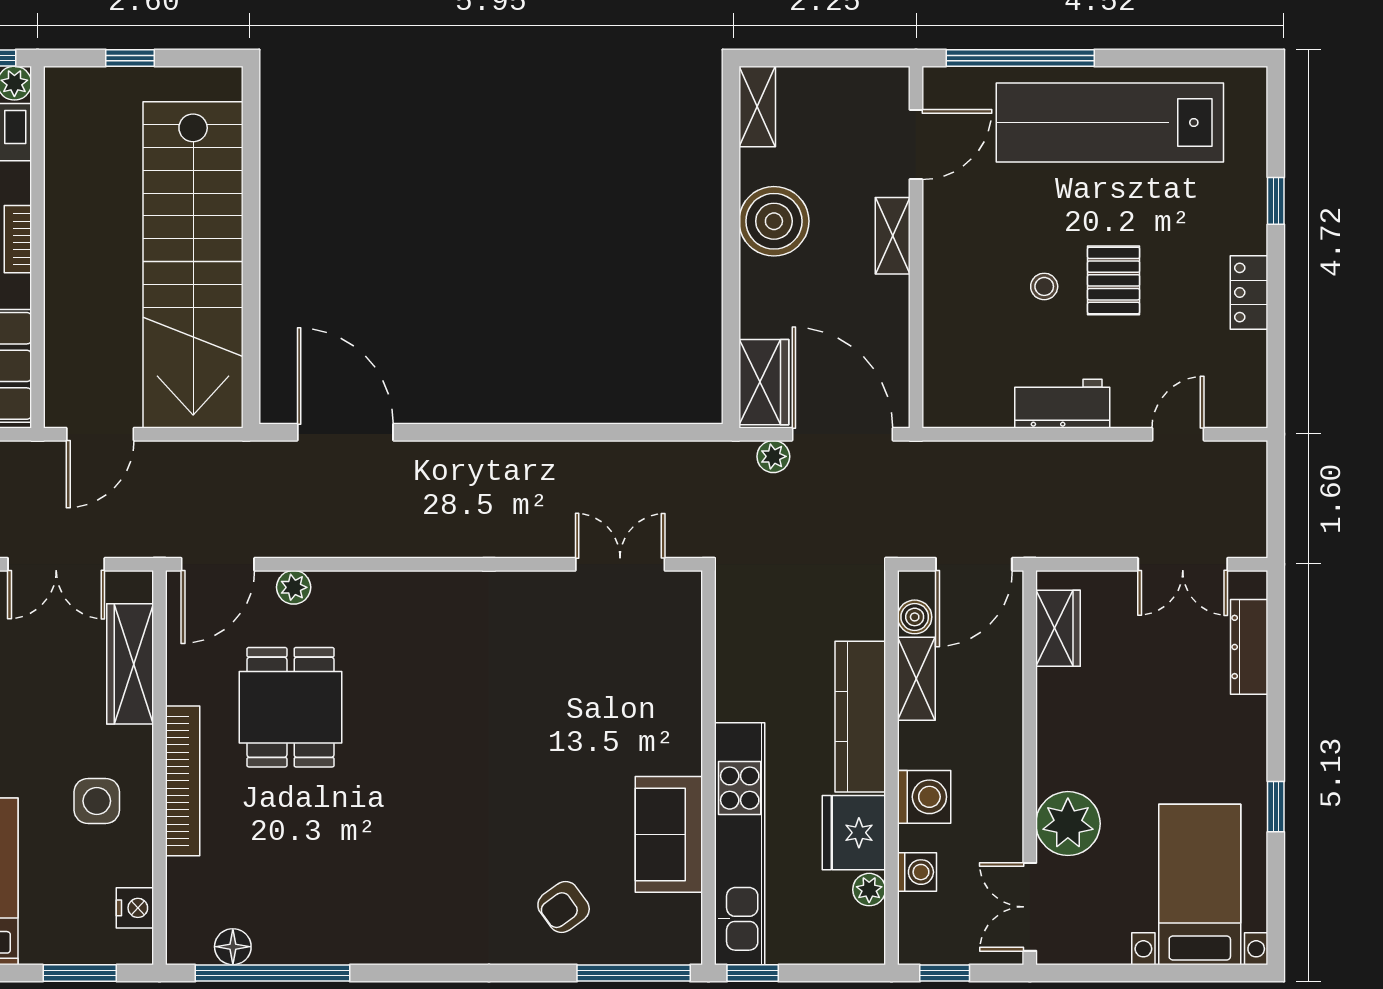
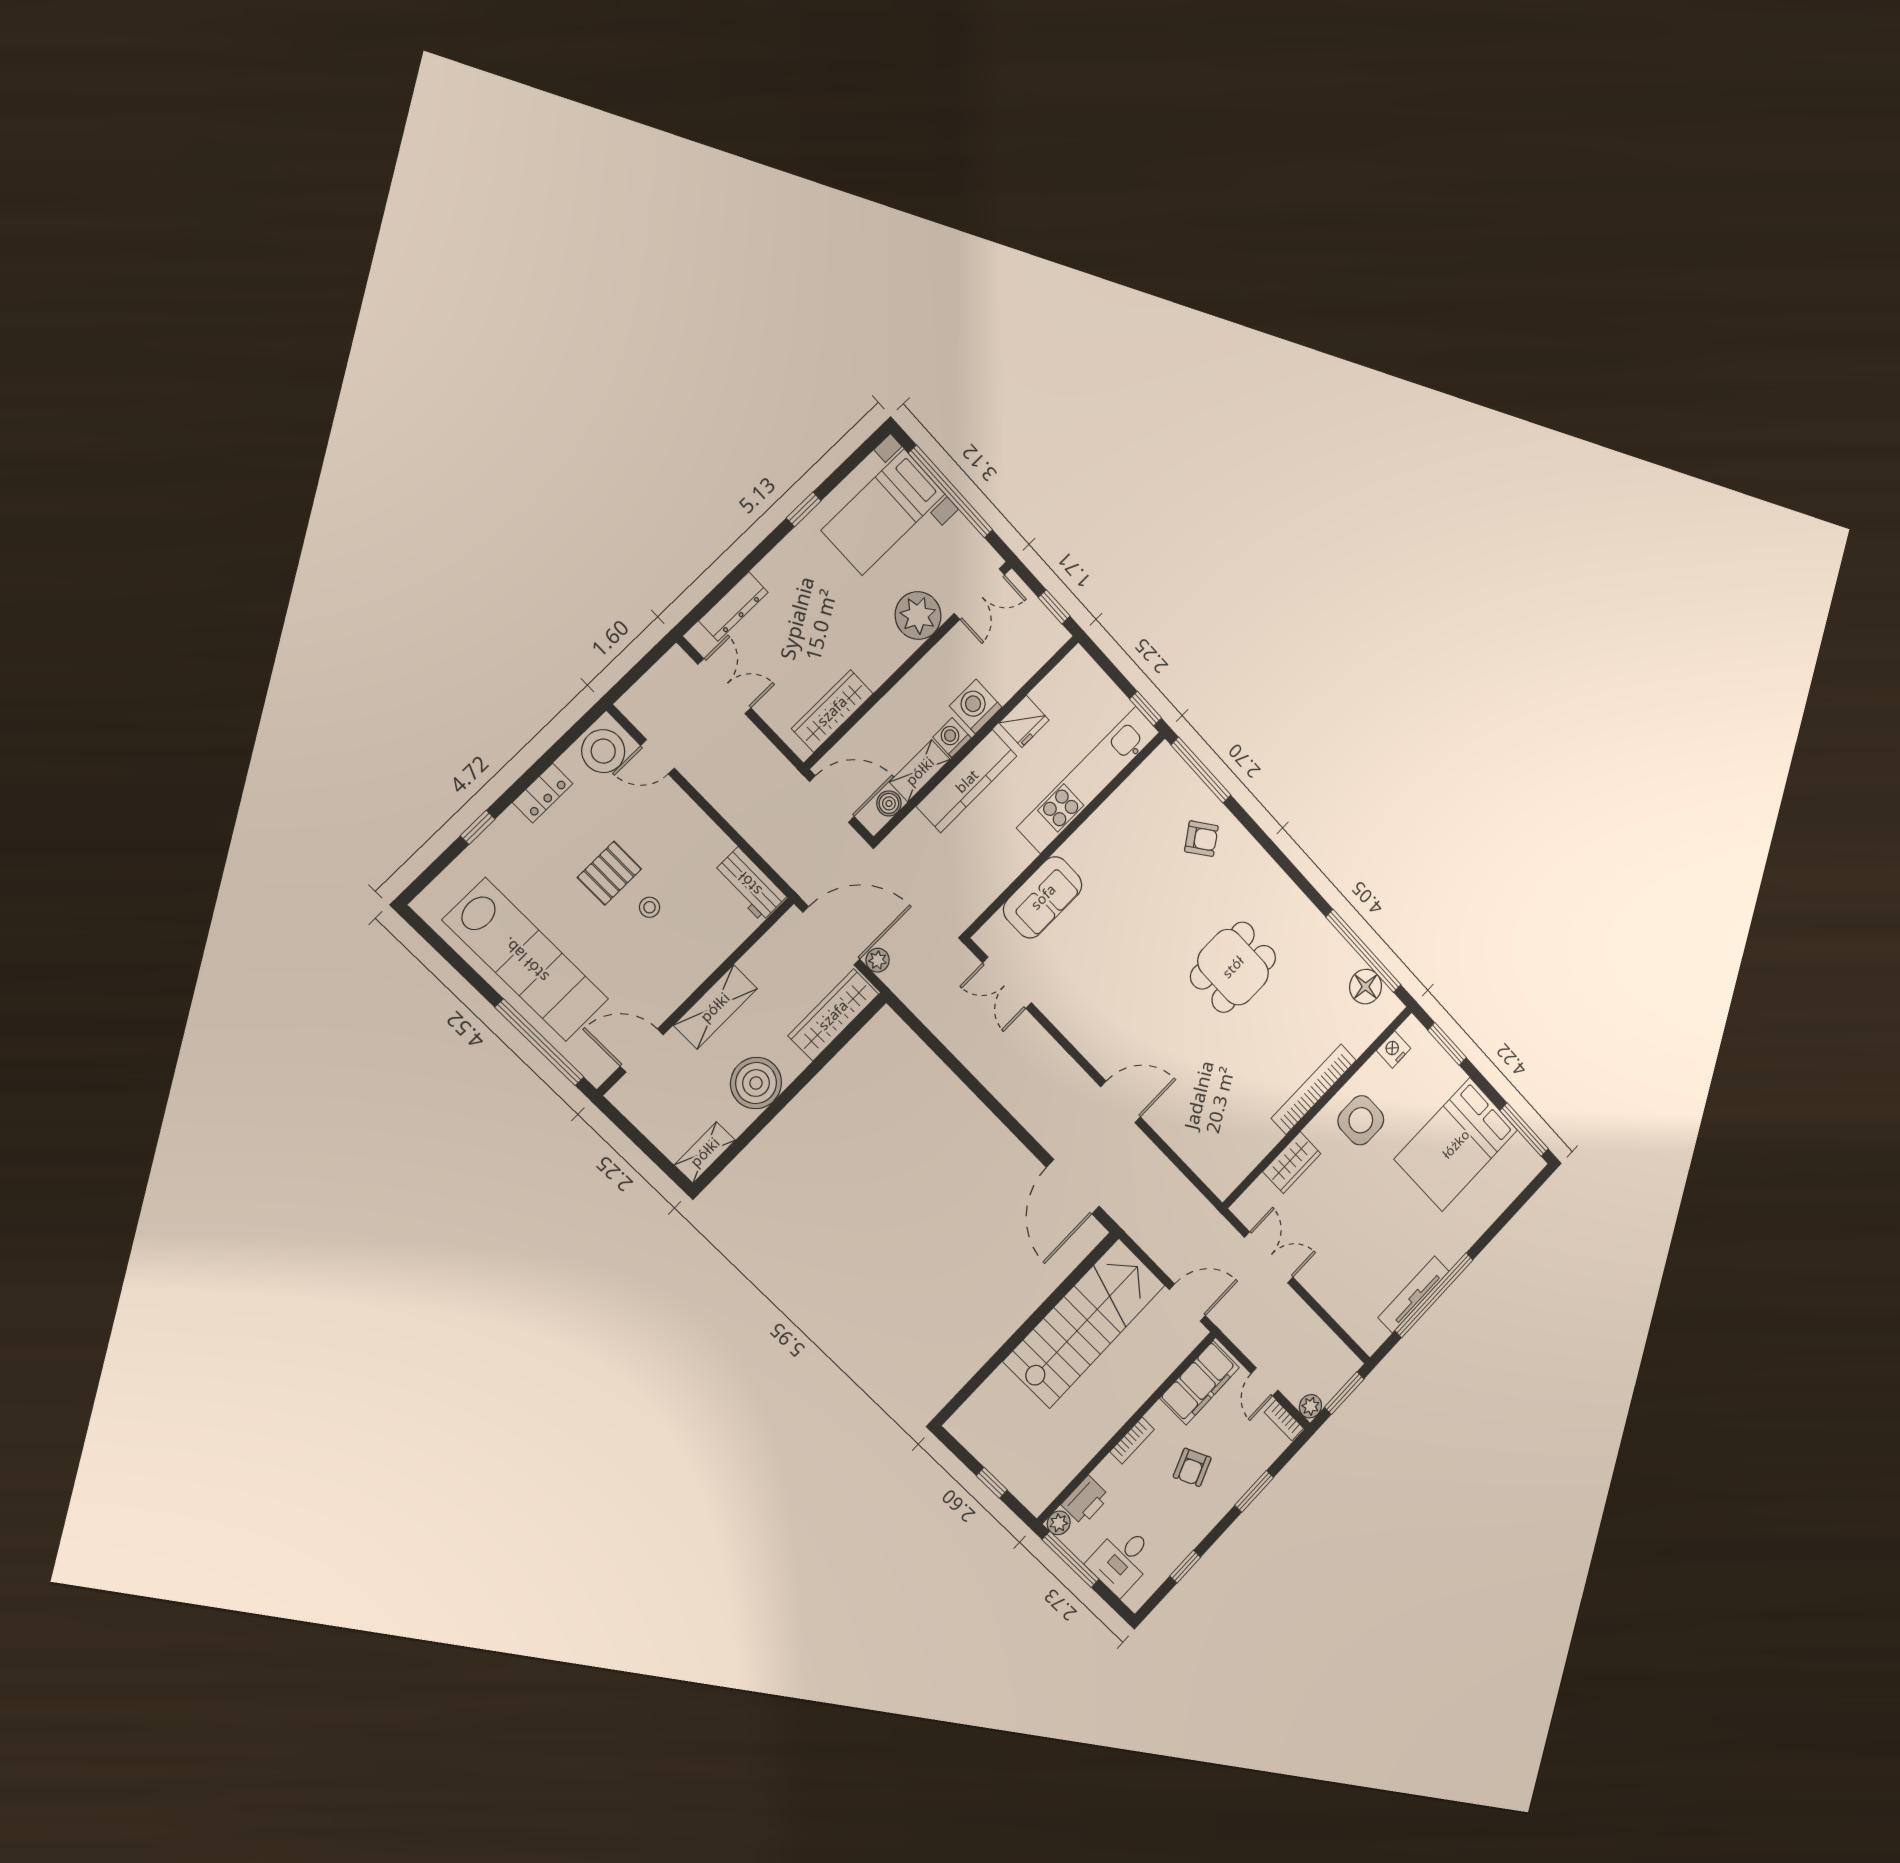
shelving: (893, 236) -> (715, 1007), width x1.50, depth x1.33
stairs: (193, 265) -> (1084, 1323), width x0.73
wardrobe: (764, 382) -> (833, 1015), width x1.50
stool: (1233, 388) -> (603, 751), added
workbench: (1062, 404) -> (750, 884), moved
door: (842, 434) -> (831, 936), swing flipped
door: (218, 564) -> (1121, 1102), moved
plant: (294, 587) -> (1172, 1133), removed
wardrobe: (1058, 628) -> (832, 711), width x1.50
wardrobe: (130, 664) -> (1292, 1163), width x0.67
dining table: (291, 707) -> (1233, 967), moved
side table: (97, 801) -> (1361, 1120), width x1.37, depth x1.37
fridge: (854, 833) -> (1024, 721), width x0.73, depth x0.75
sofa: (669, 834) -> (1043, 897), moved
washing machine: (917, 872) -> (952, 738), moved
plant: (869, 890) -> (1049, 689), removed
floor lamp: (233, 947) -> (1366, 987), width x1.38, depth x1.38
window: (1156, 973) -> (951, 492), added

